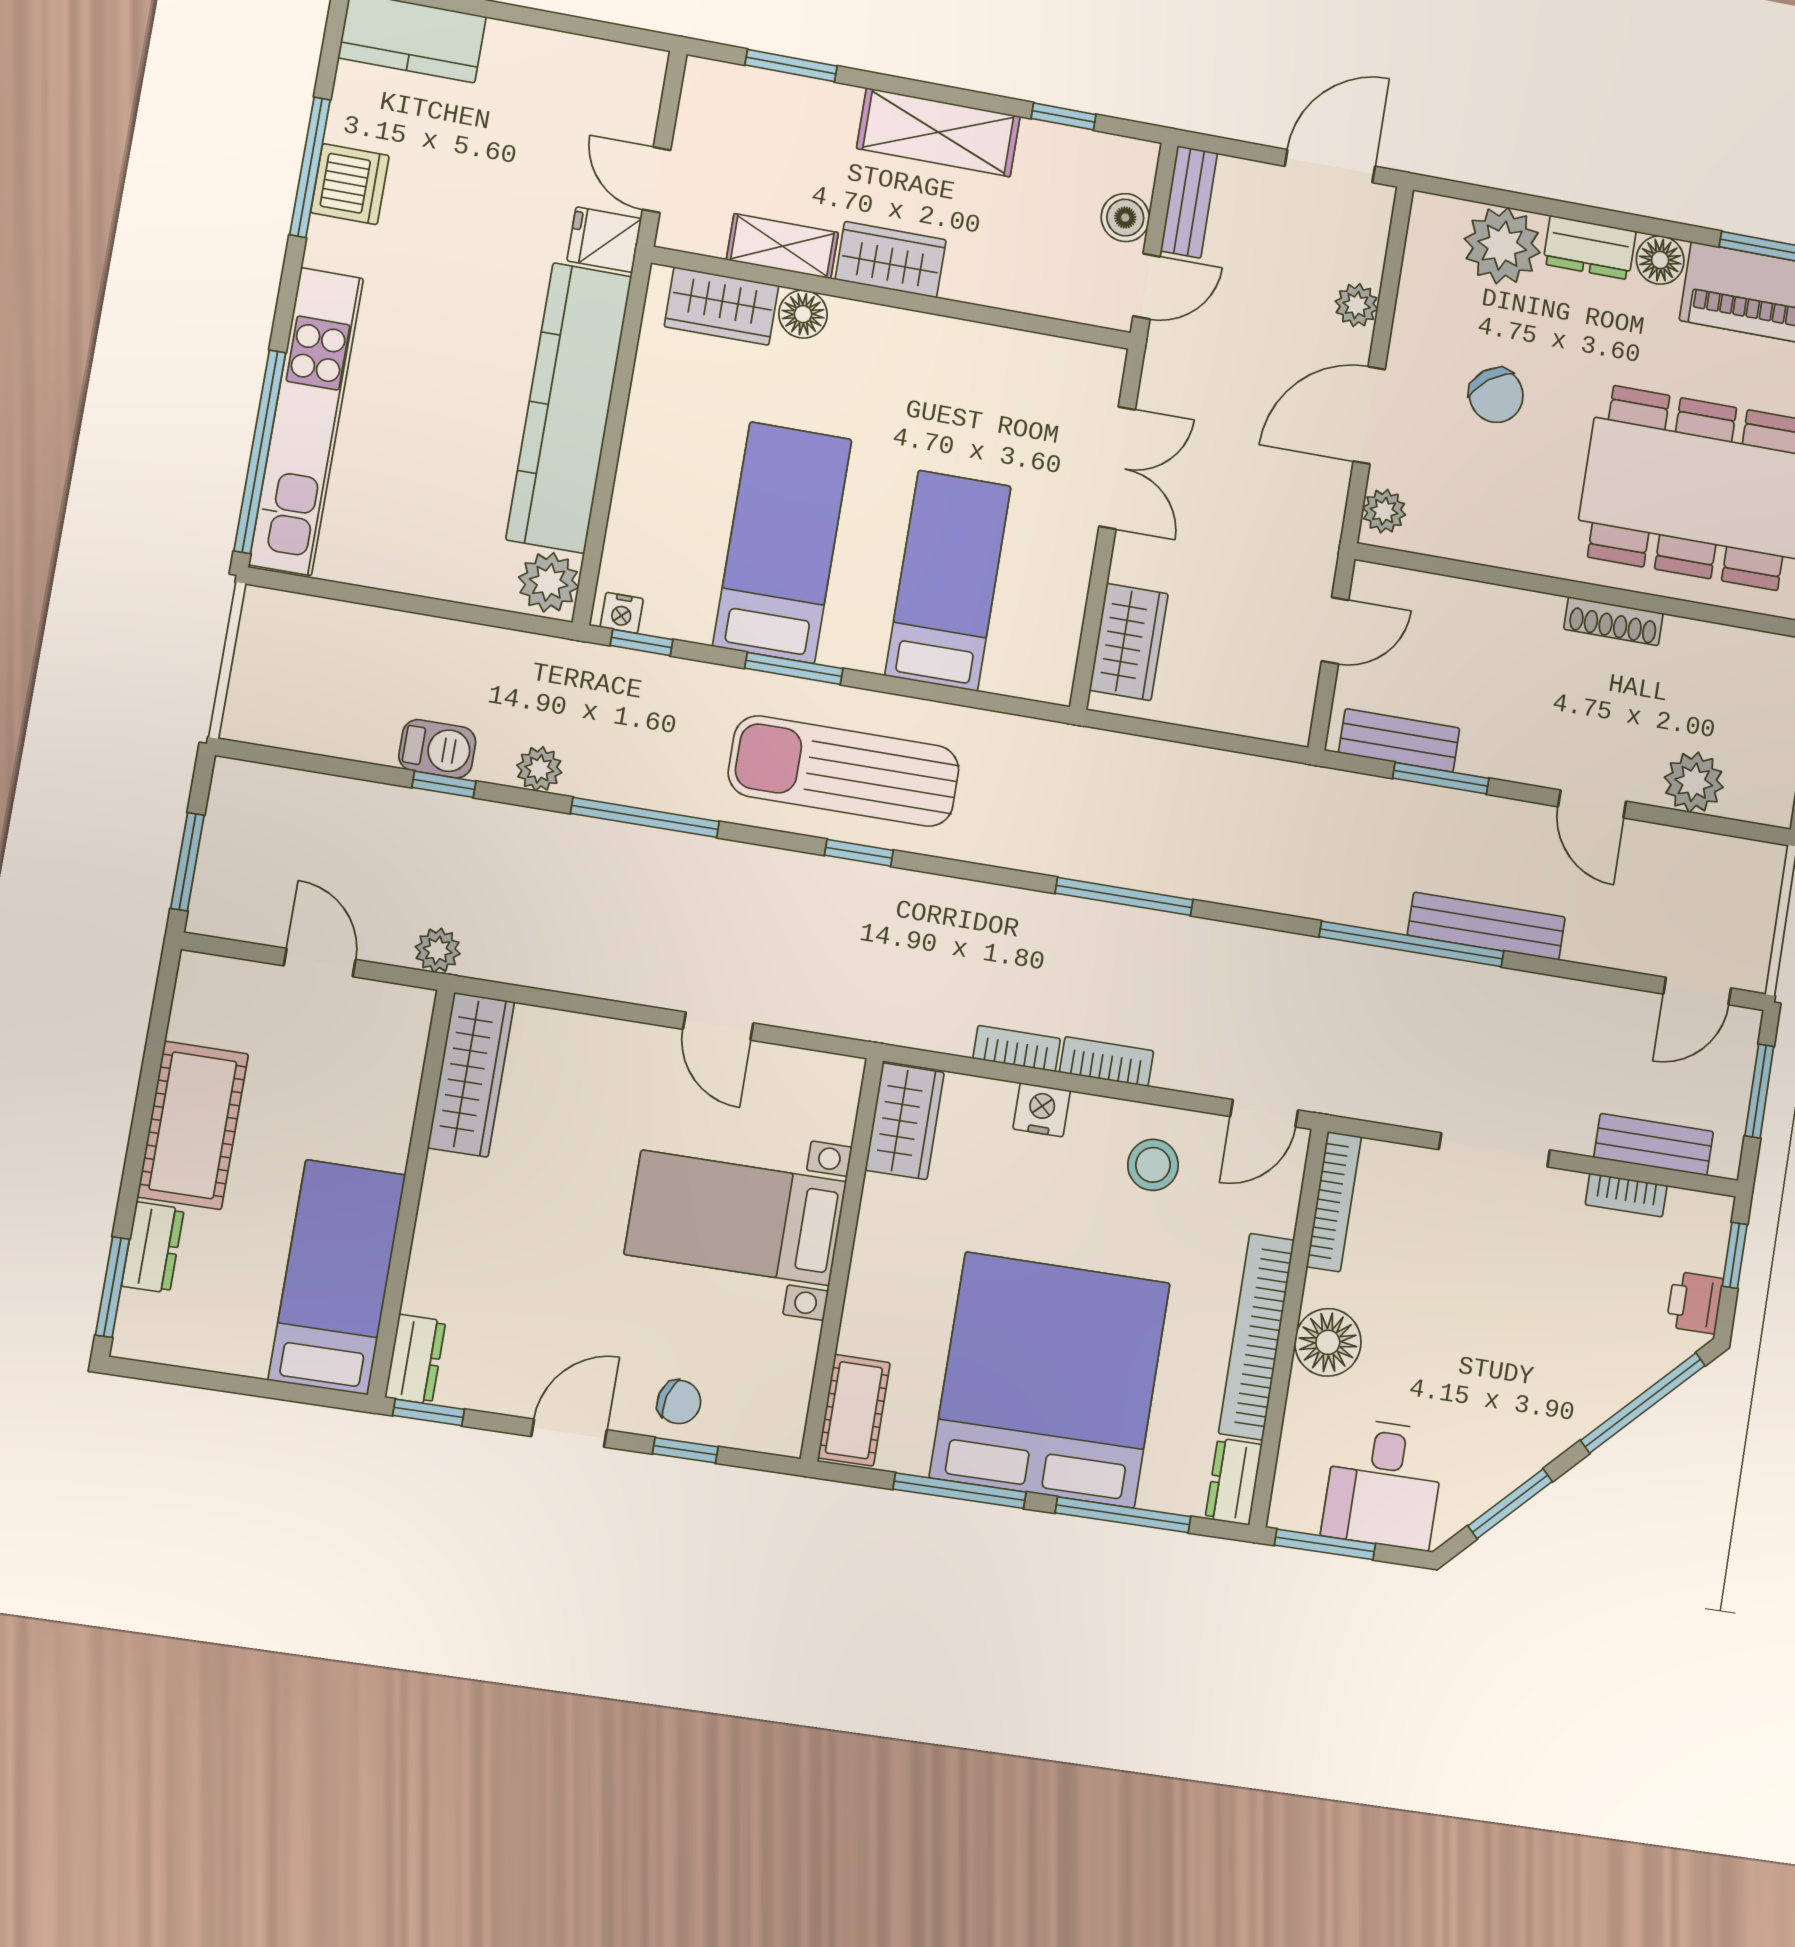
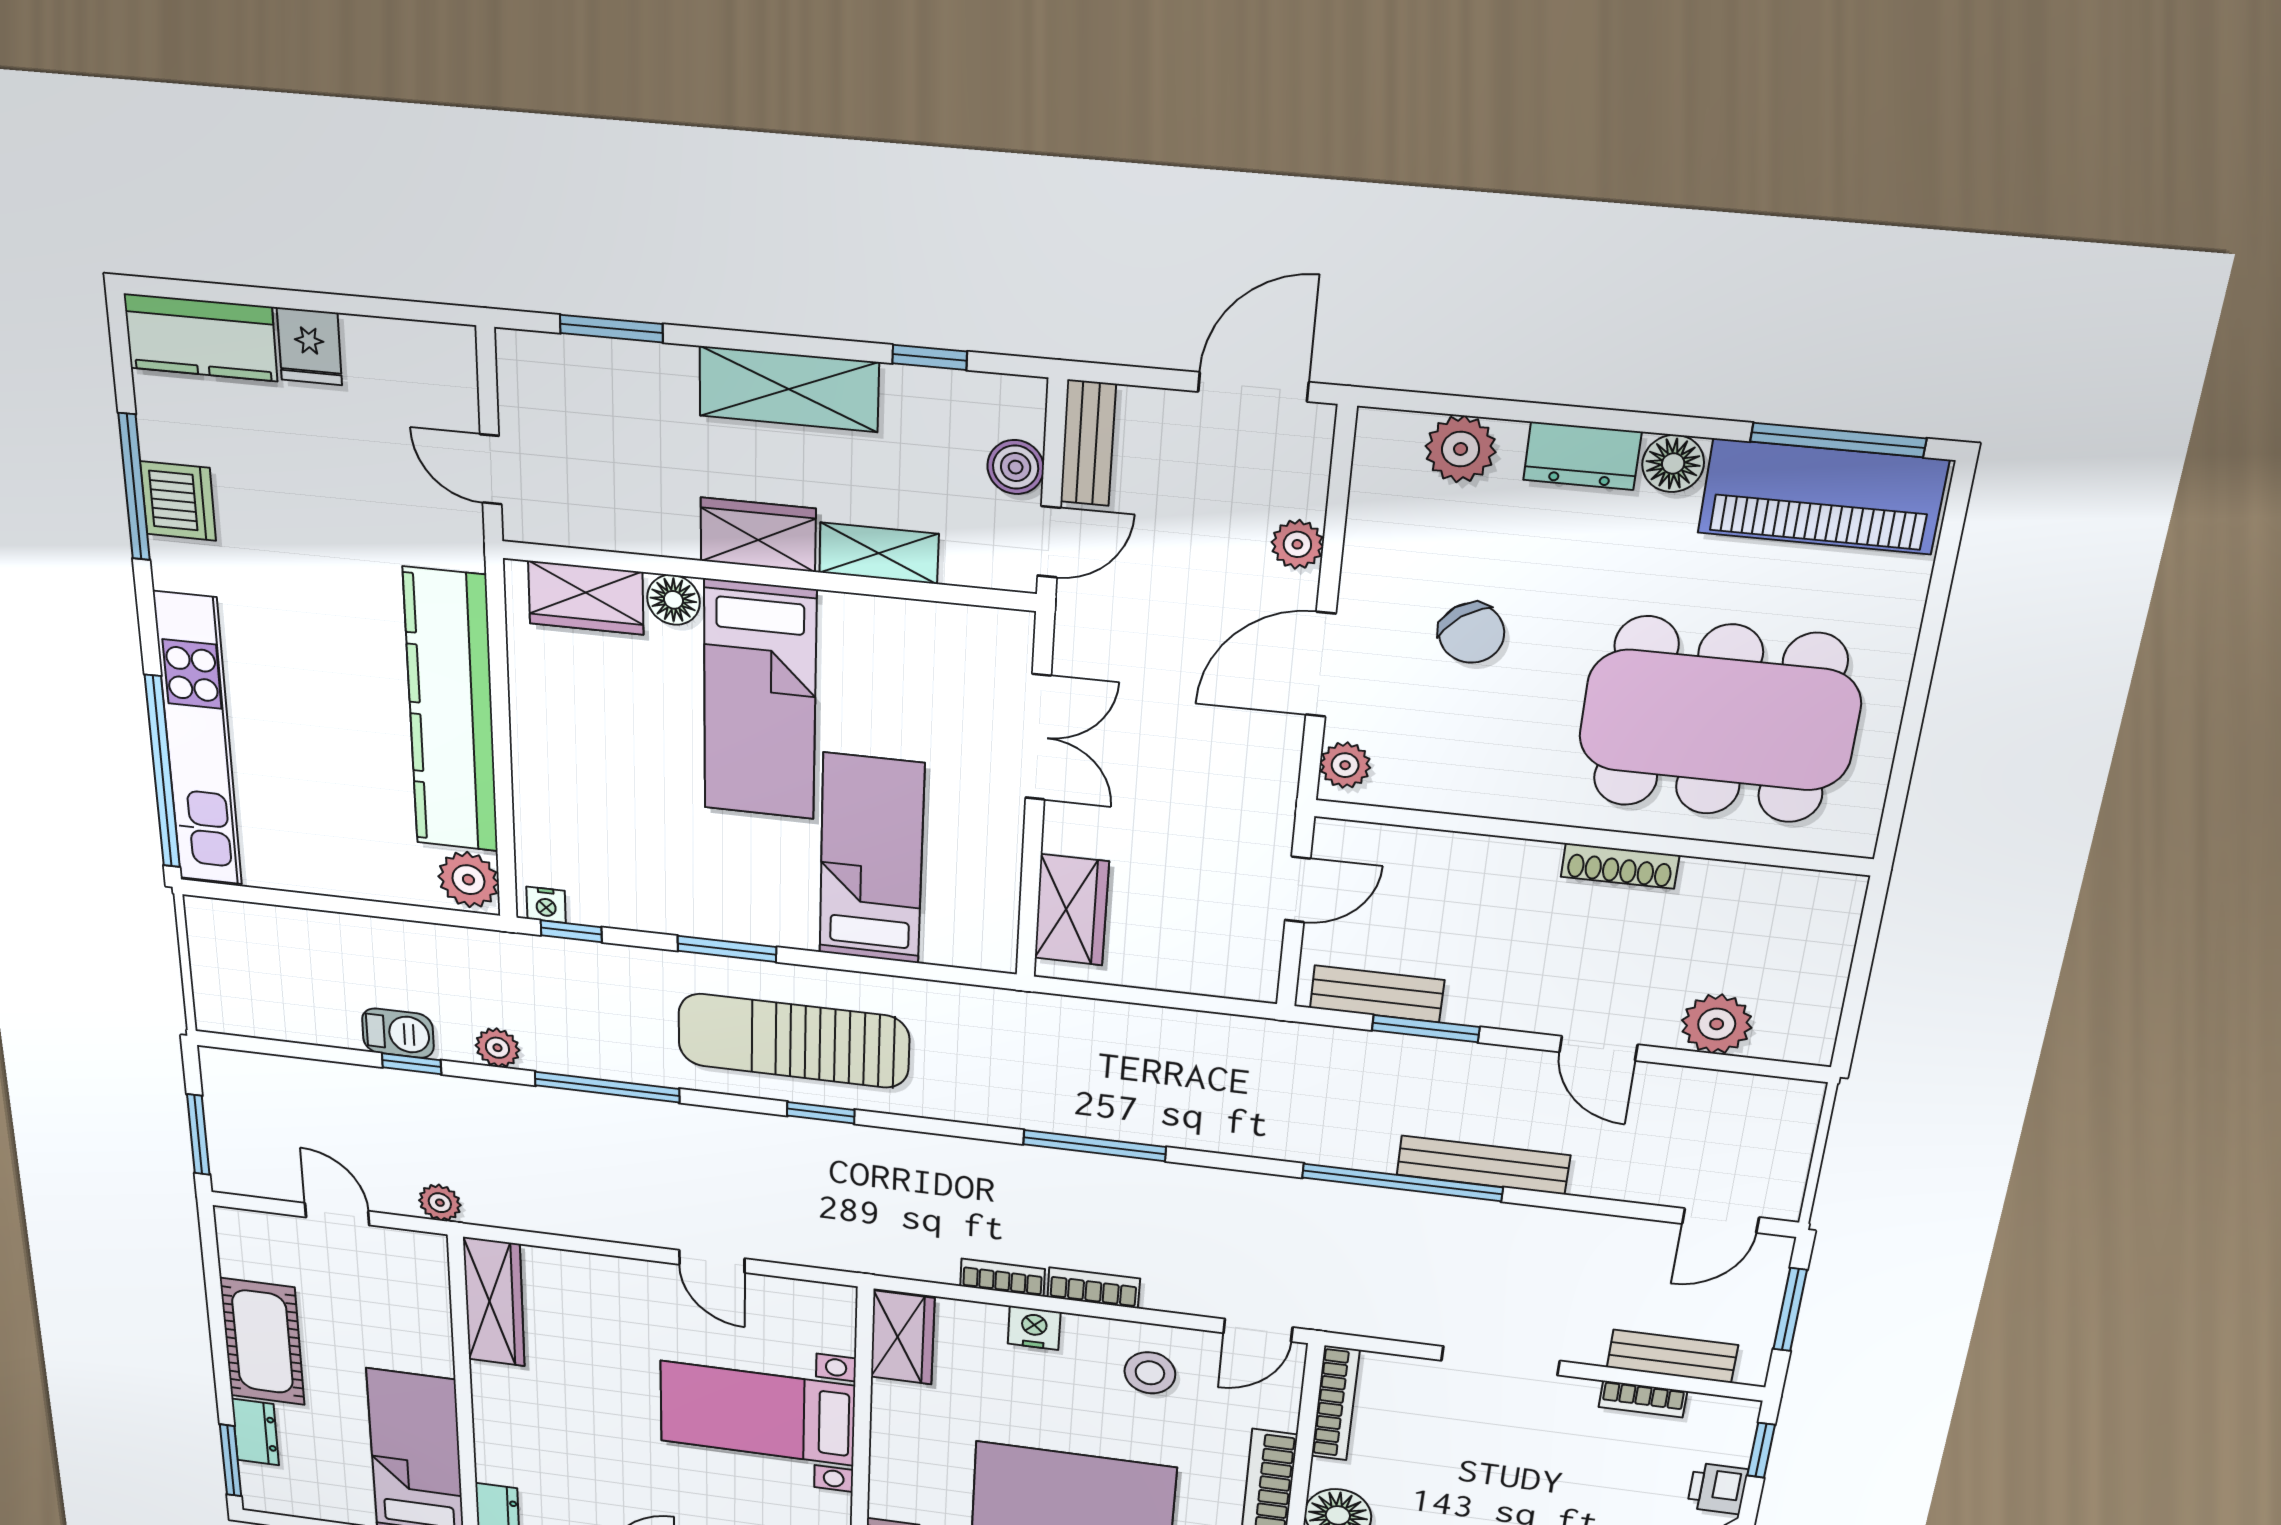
fridge: (604, 240) -> (309, 346), moved, turned -90
shelving: (782, 246) -> (879, 553), moved
plant: (1502, 246) -> (1461, 449), width x0.73, depth x0.73
bed: (782, 543) -> (760, 700), moved, turned 180

